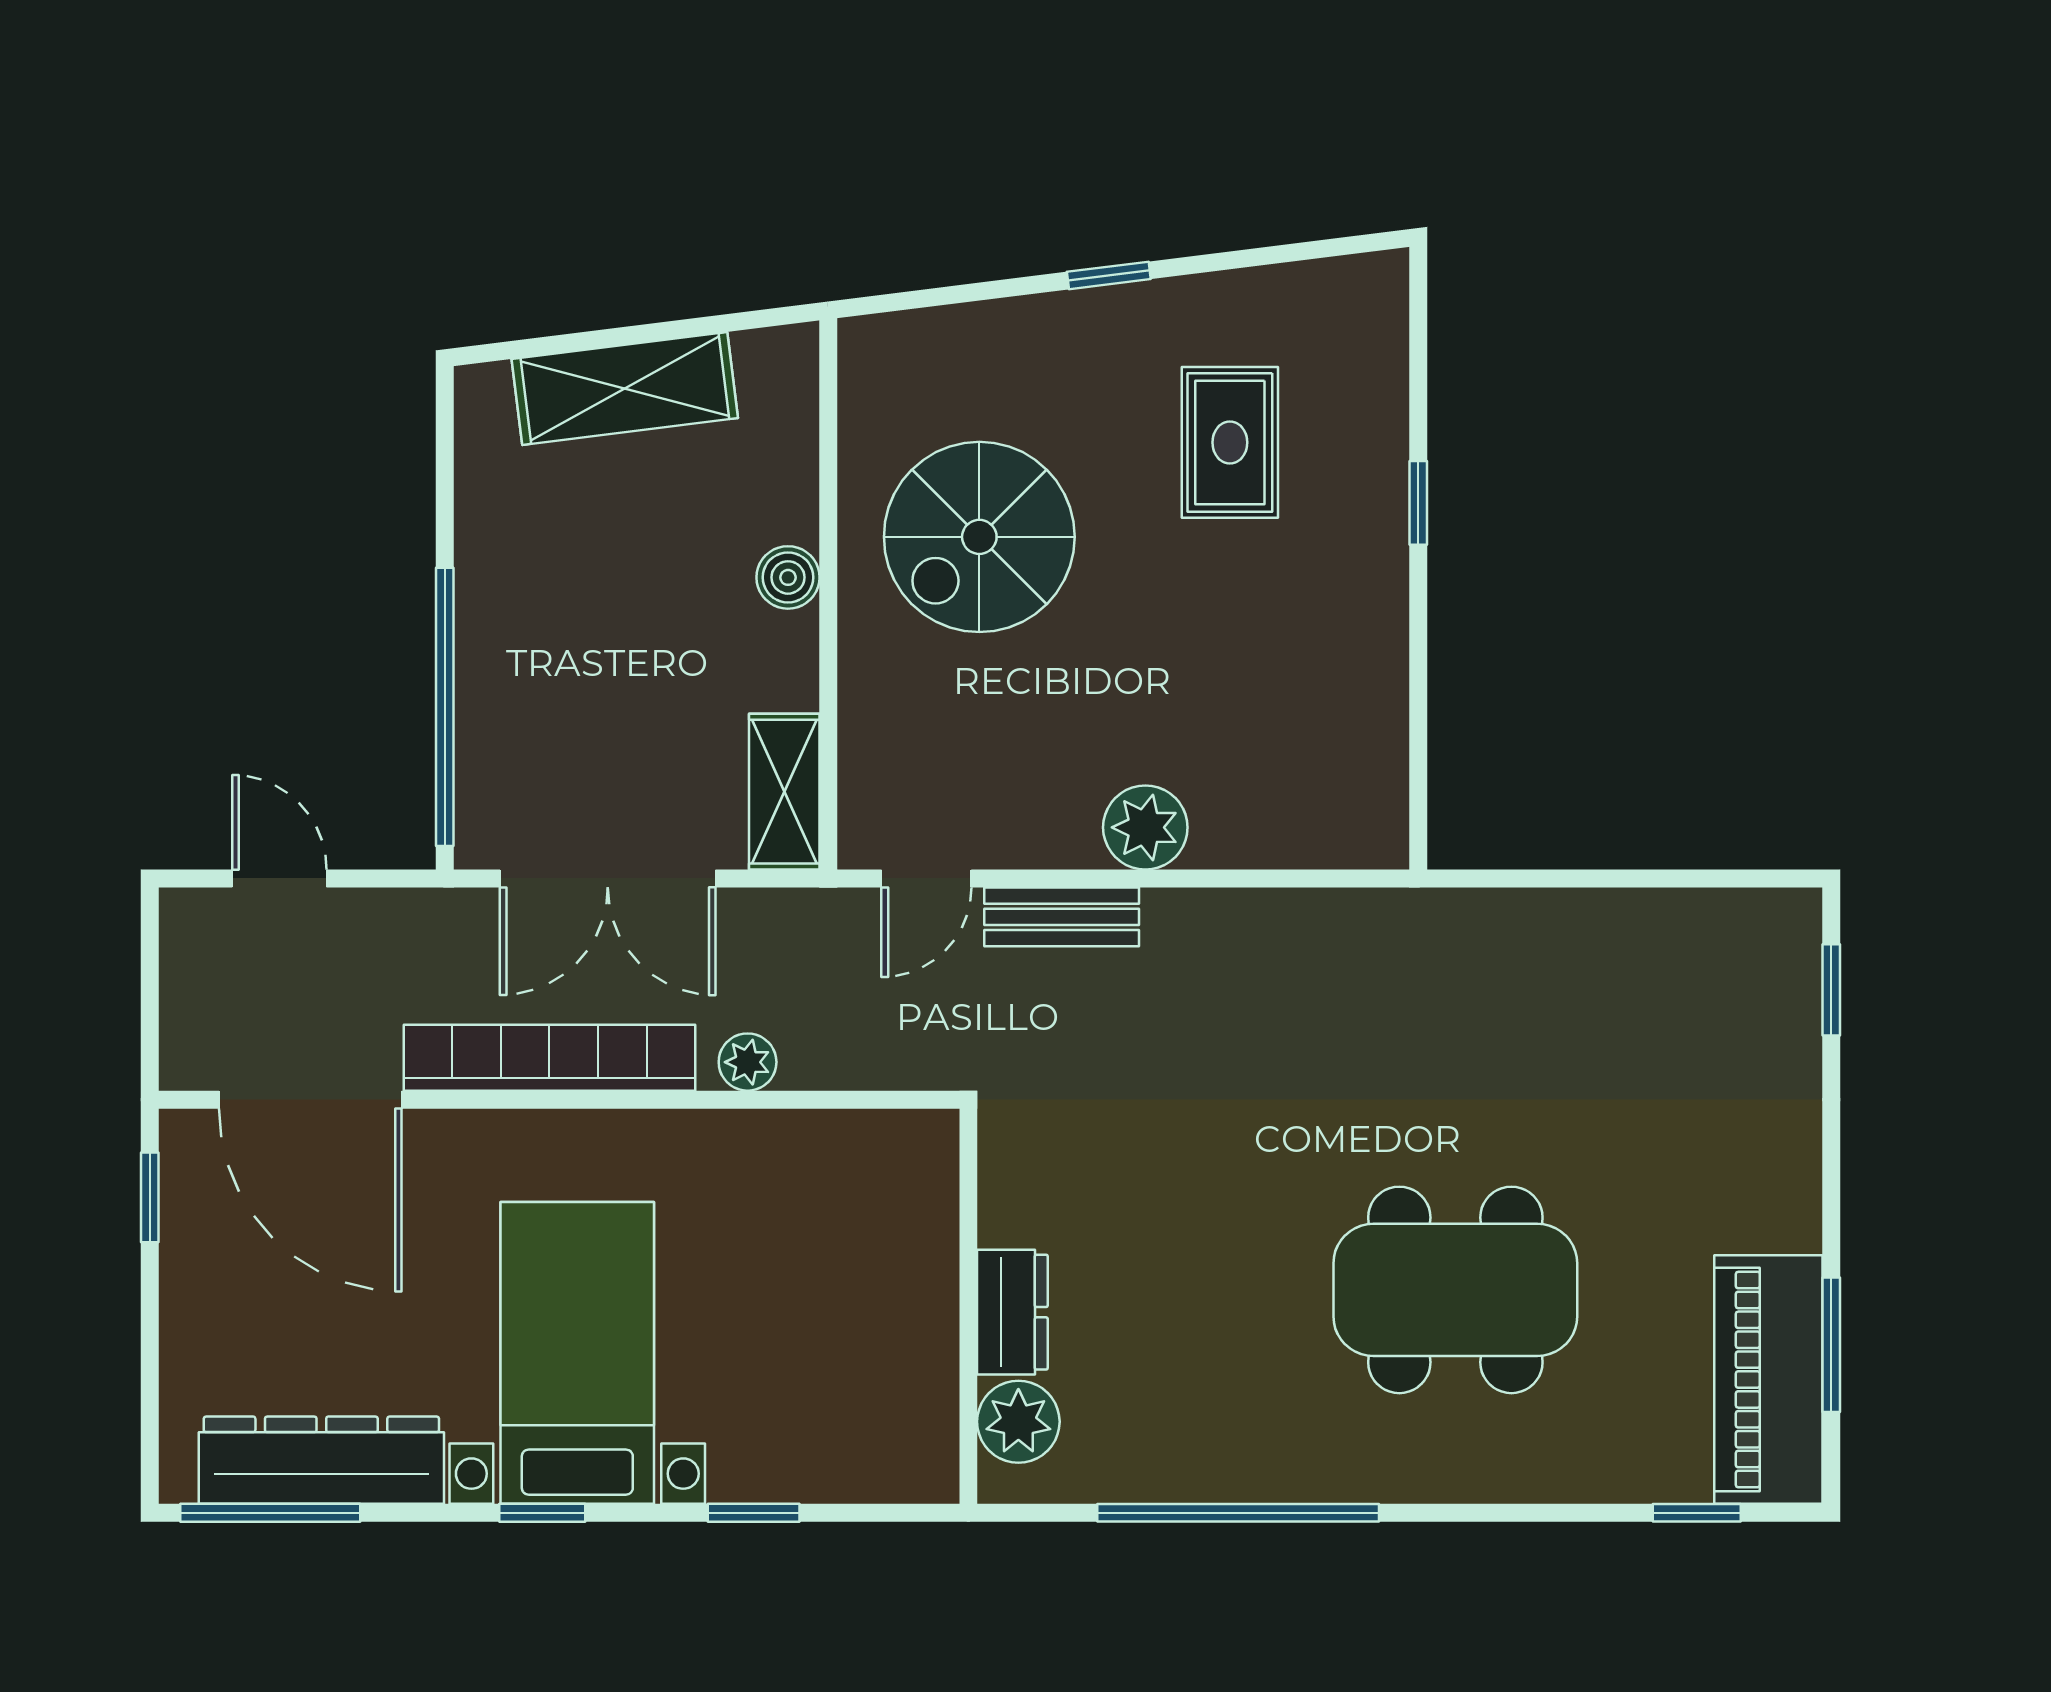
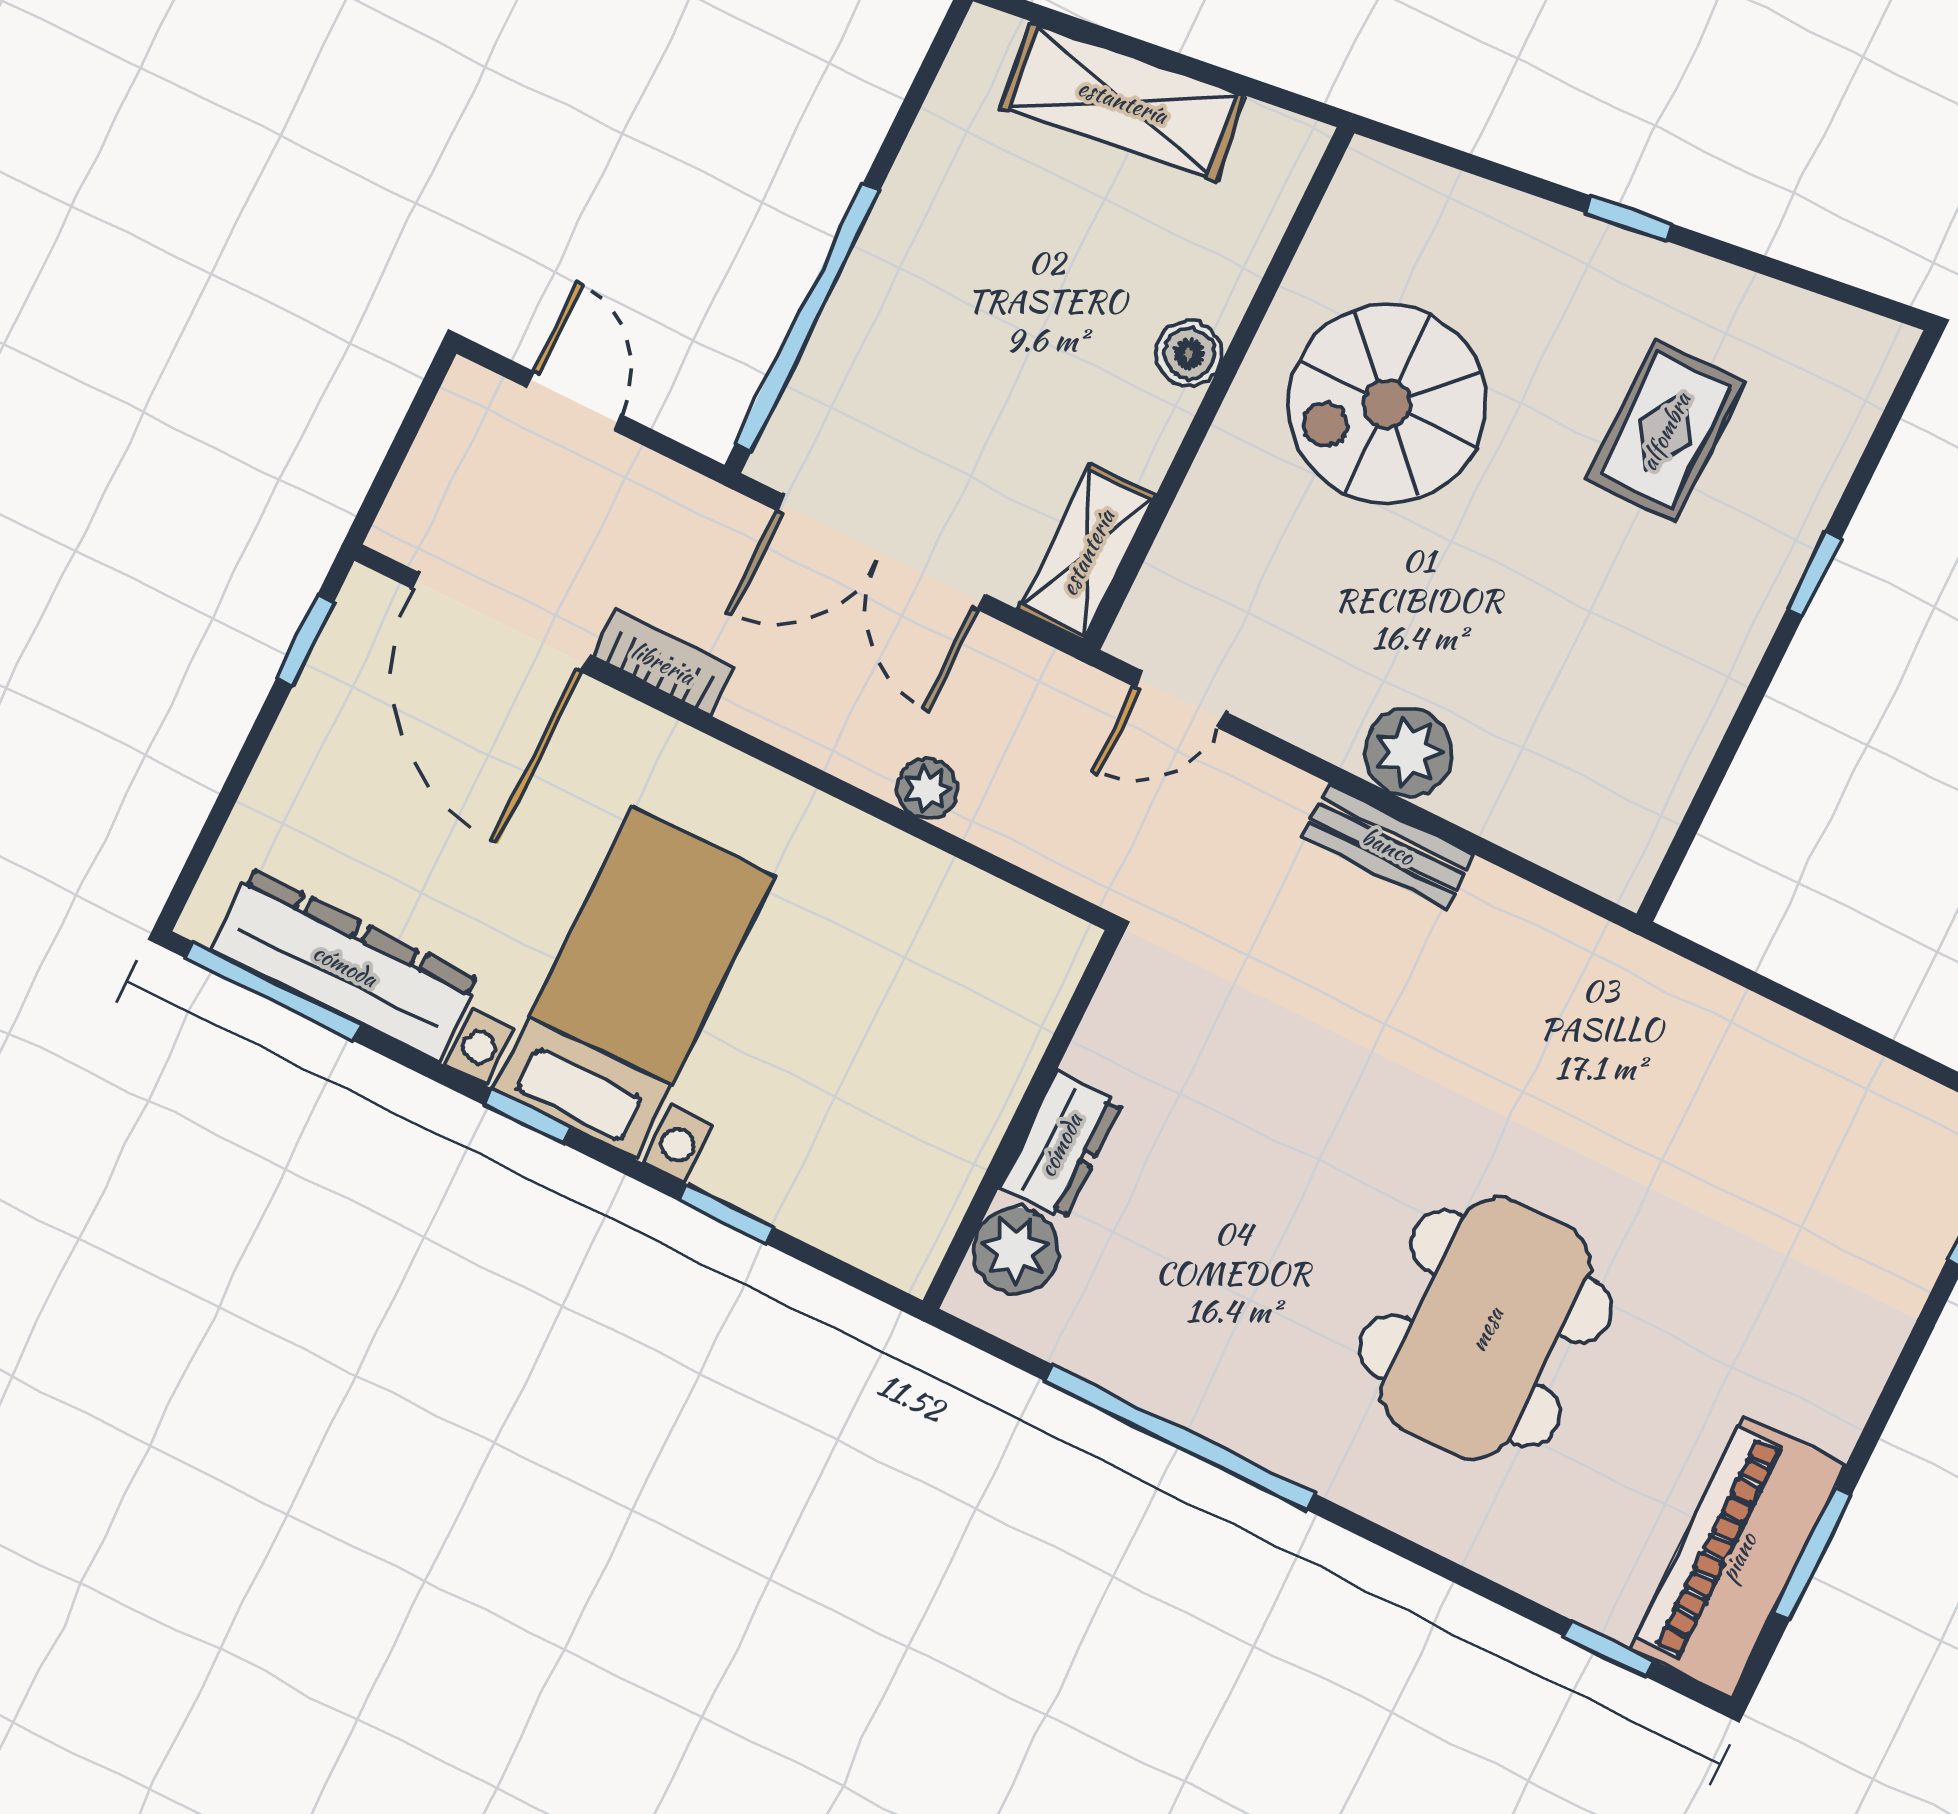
bench: (1062, 917) -> (1388, 846), moved
bookcase: (549, 1058) -> (663, 663), width x0.43, depth x0.76
dining table: (1455, 1290) -> (1486, 1329), turned 90

